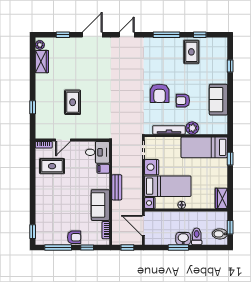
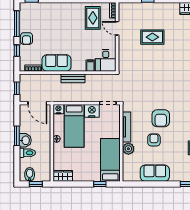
armchair: (160, 93) -> (161, 118), turned -90
door: (143, 226) -> (37, 103), swing flipped

